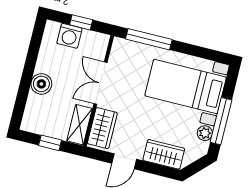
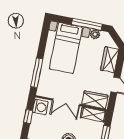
washing machine: (69, 36) -> (40, 107), moved

